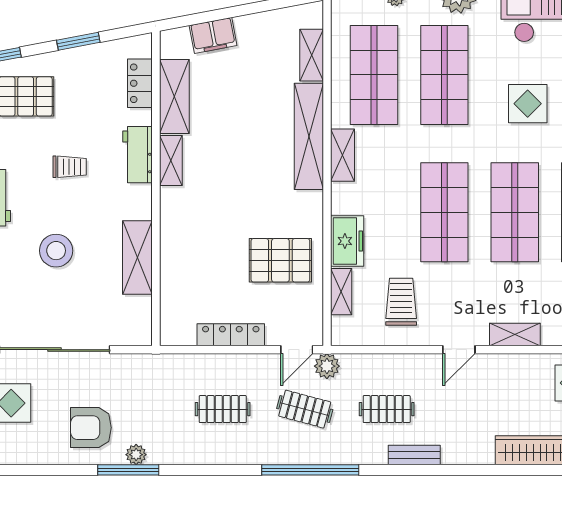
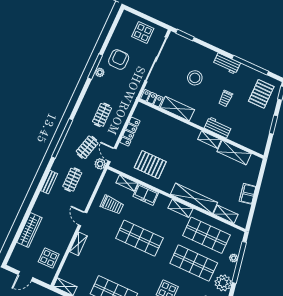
filing cabinet: (213, 35) -> (248, 194), moved
locker: (140, 83) -> (152, 98), moved
shop shelf: (515, 212) -> (127, 266), removed
pallet: (280, 260) -> (150, 165), turned 90

